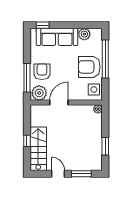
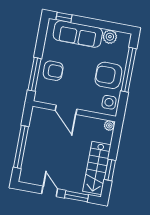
armchair: (42, 72) -> (53, 71), turned 90
plant: (39, 93) -> (45, 94), removed
door: (59, 102) -> (66, 110), swing flipped
window: (27, 141) -> (21, 147), width x3.17
stairs: (38, 149) -> (97, 168), moved, turned 180

